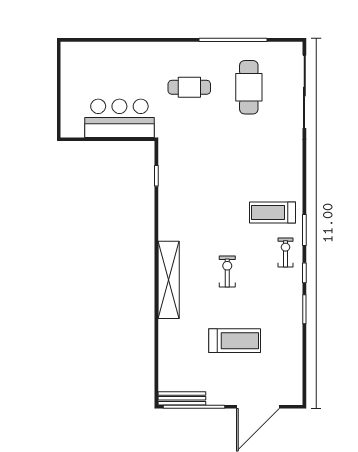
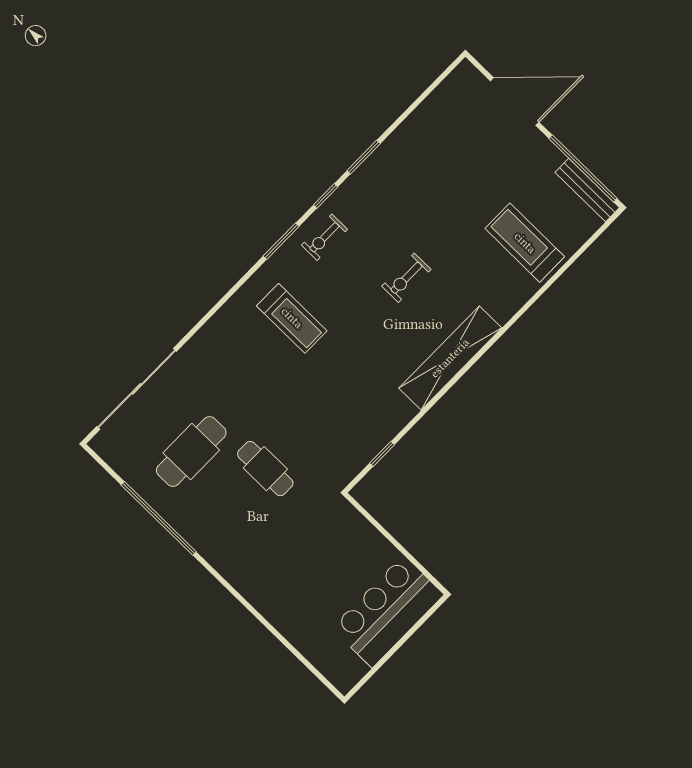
cafe table: (189, 87) -> (265, 469), moved
bar counter: (119, 118) -> (388, 611), moved, turned 90
treadmill: (272, 212) -> (292, 318), moved
shelving: (169, 280) -> (450, 358), moved
treadmill: (235, 341) -> (525, 243), moved

